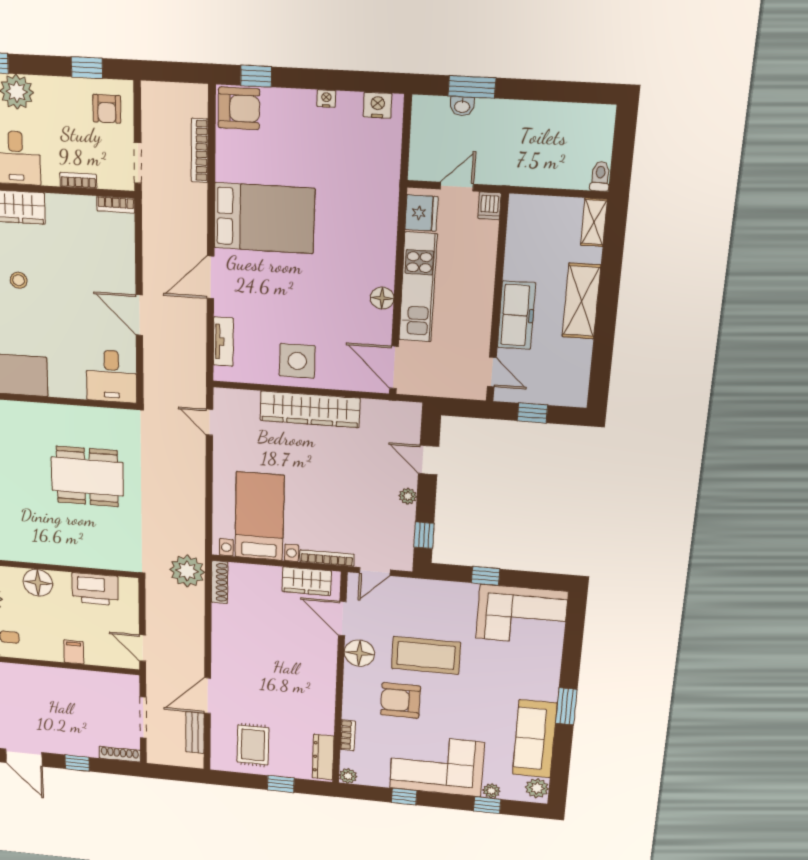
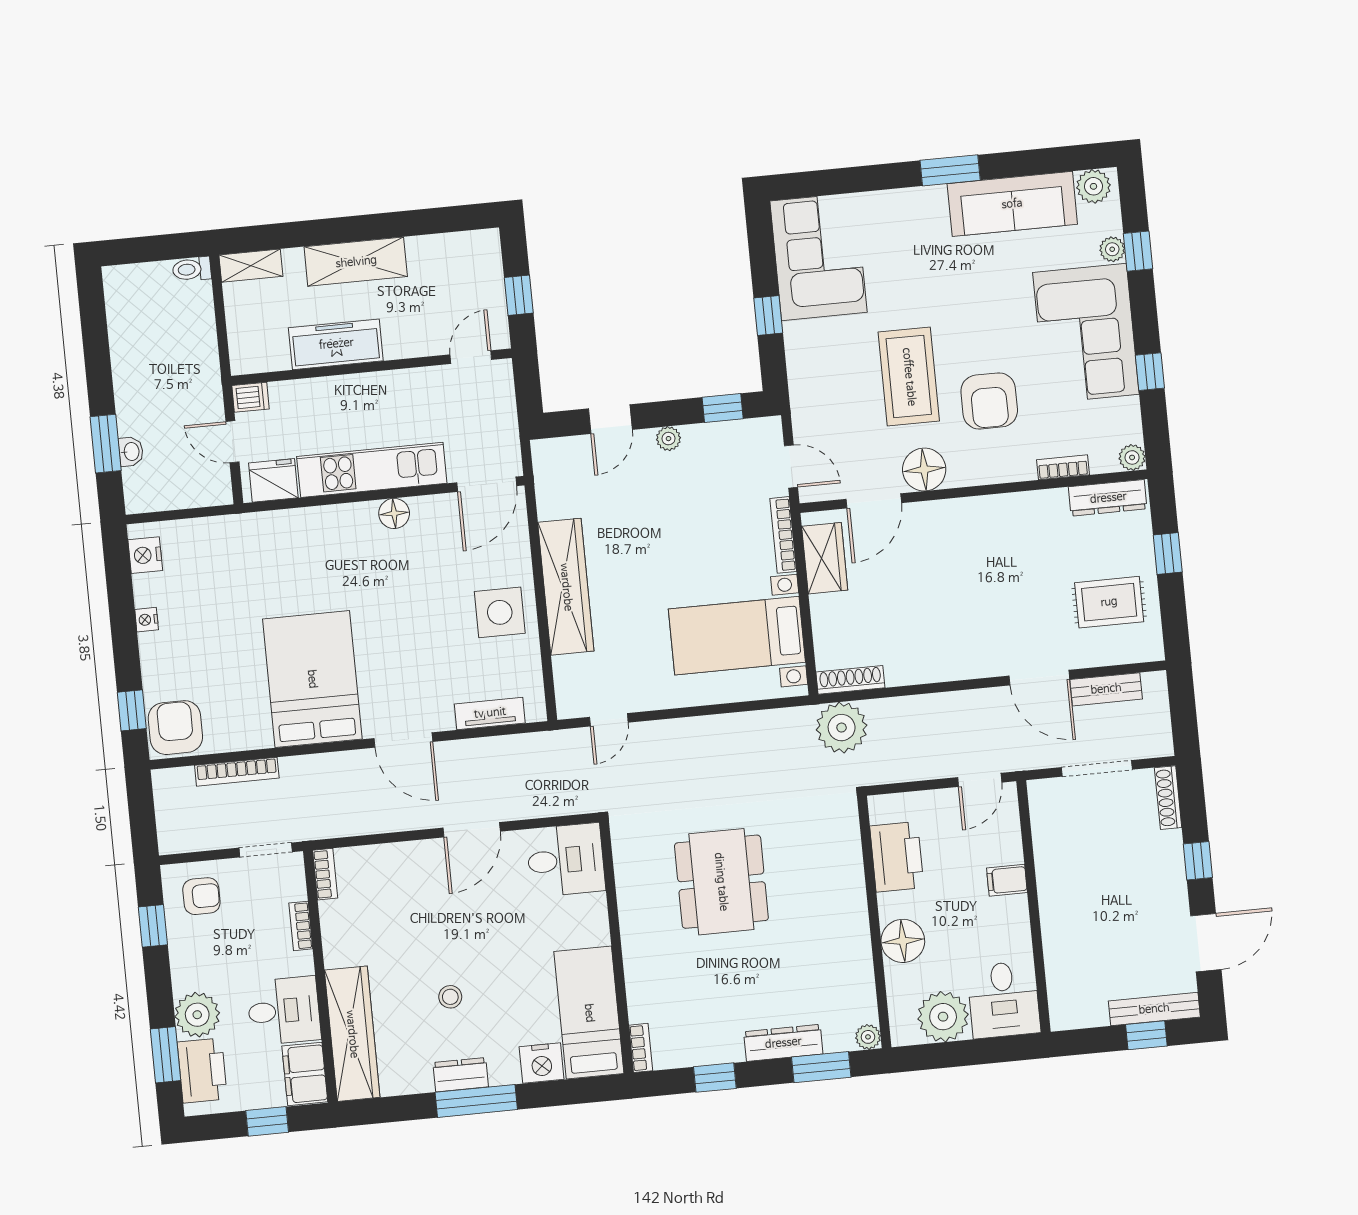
freezer: (516, 315) -> (336, 344), moved

